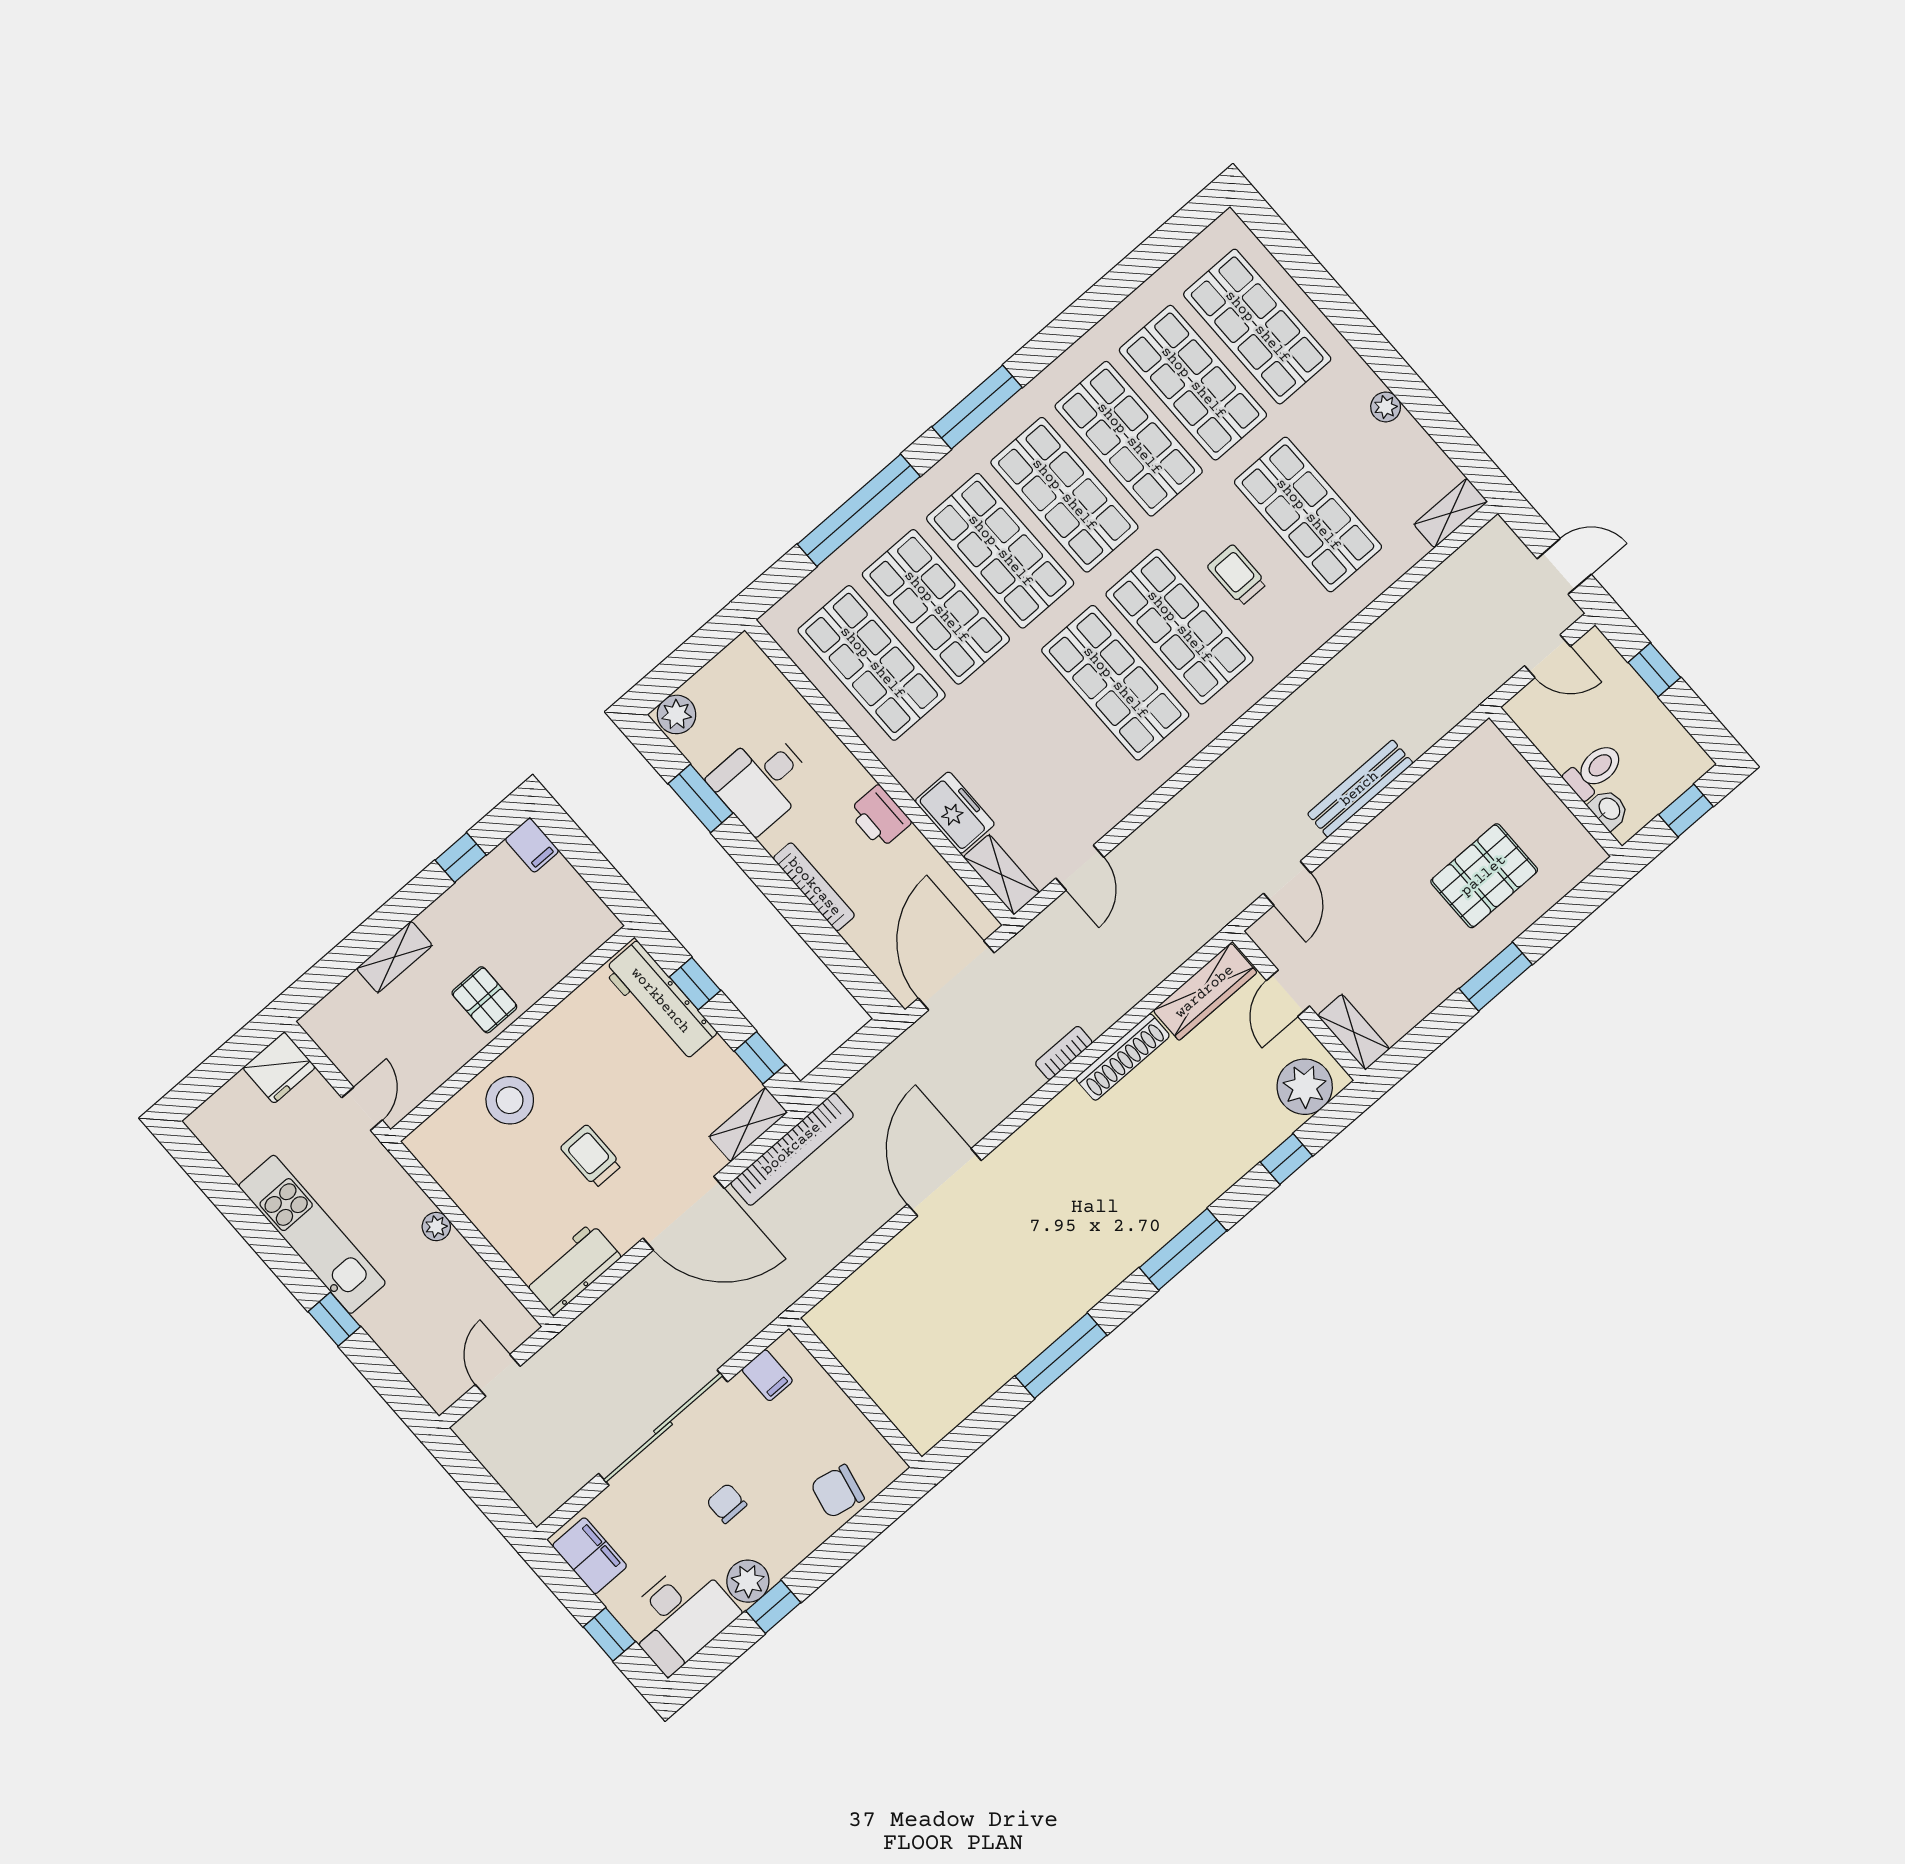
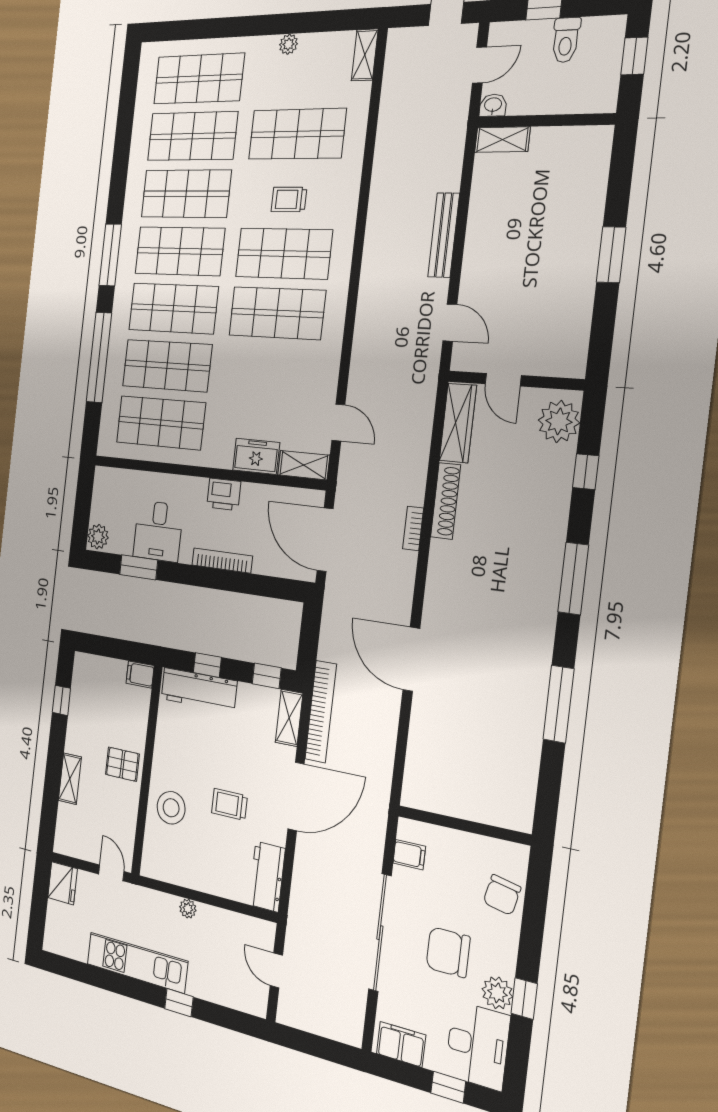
toilet: (1594, 771) -> (566, 40), moved, turned 180
washbasin: (1609, 809) -> (493, 105), moved
filing cabinet: (532, 845) -> (140, 674), moved, turned 180
pallet: (1484, 876) -> (553, 209), removed
shelving: (1354, 1032) -> (502, 140), moved
chair: (727, 1503) -> (448, 952), width x1.87, depth x1.87

